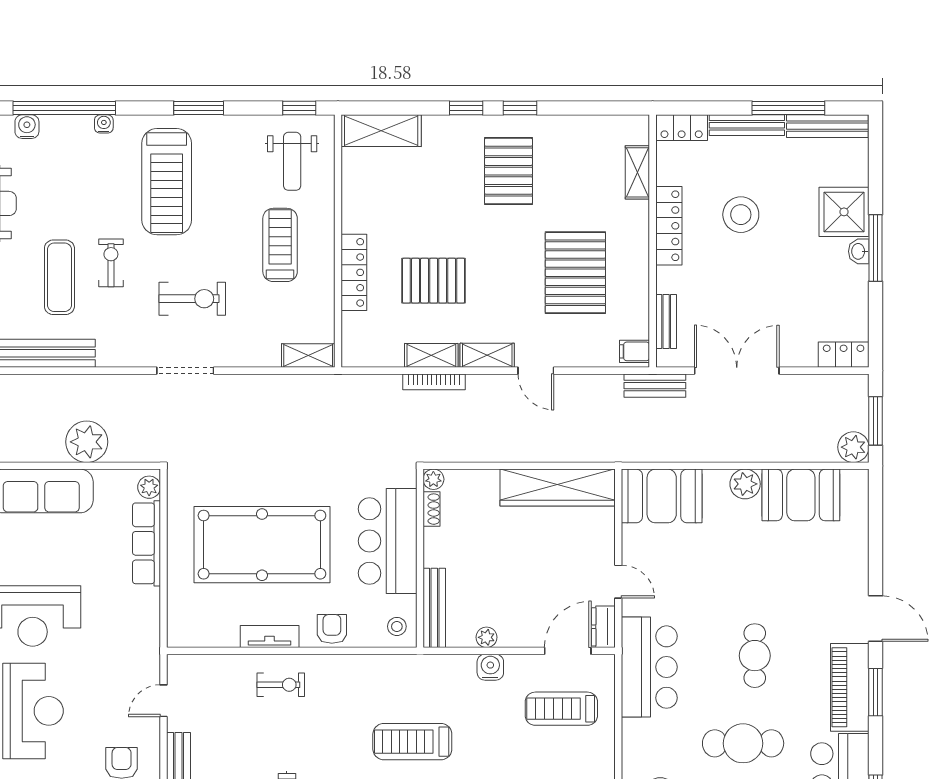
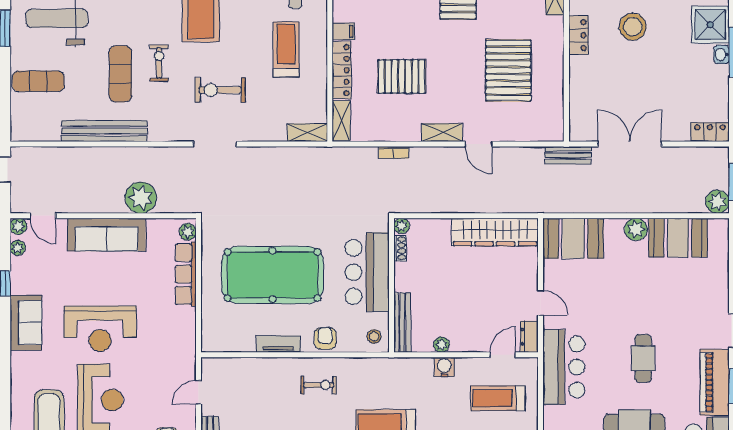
locker: (669, 226) -> (579, 35), width x0.66
exercise bike: (192, 299) -> (220, 90), turned 180
bench: (666, 322) -> (577, 107), removed
filing cabinet: (635, 351) -> (343, 31), moved, turned 180
shelving: (431, 355) -> (341, 121), moved, turned 90
bookcase: (434, 382) -> (394, 152), width x0.64
door: (568, 651) -> (503, 355), width x0.73
exercise bike: (281, 685) -> (319, 385), moved

